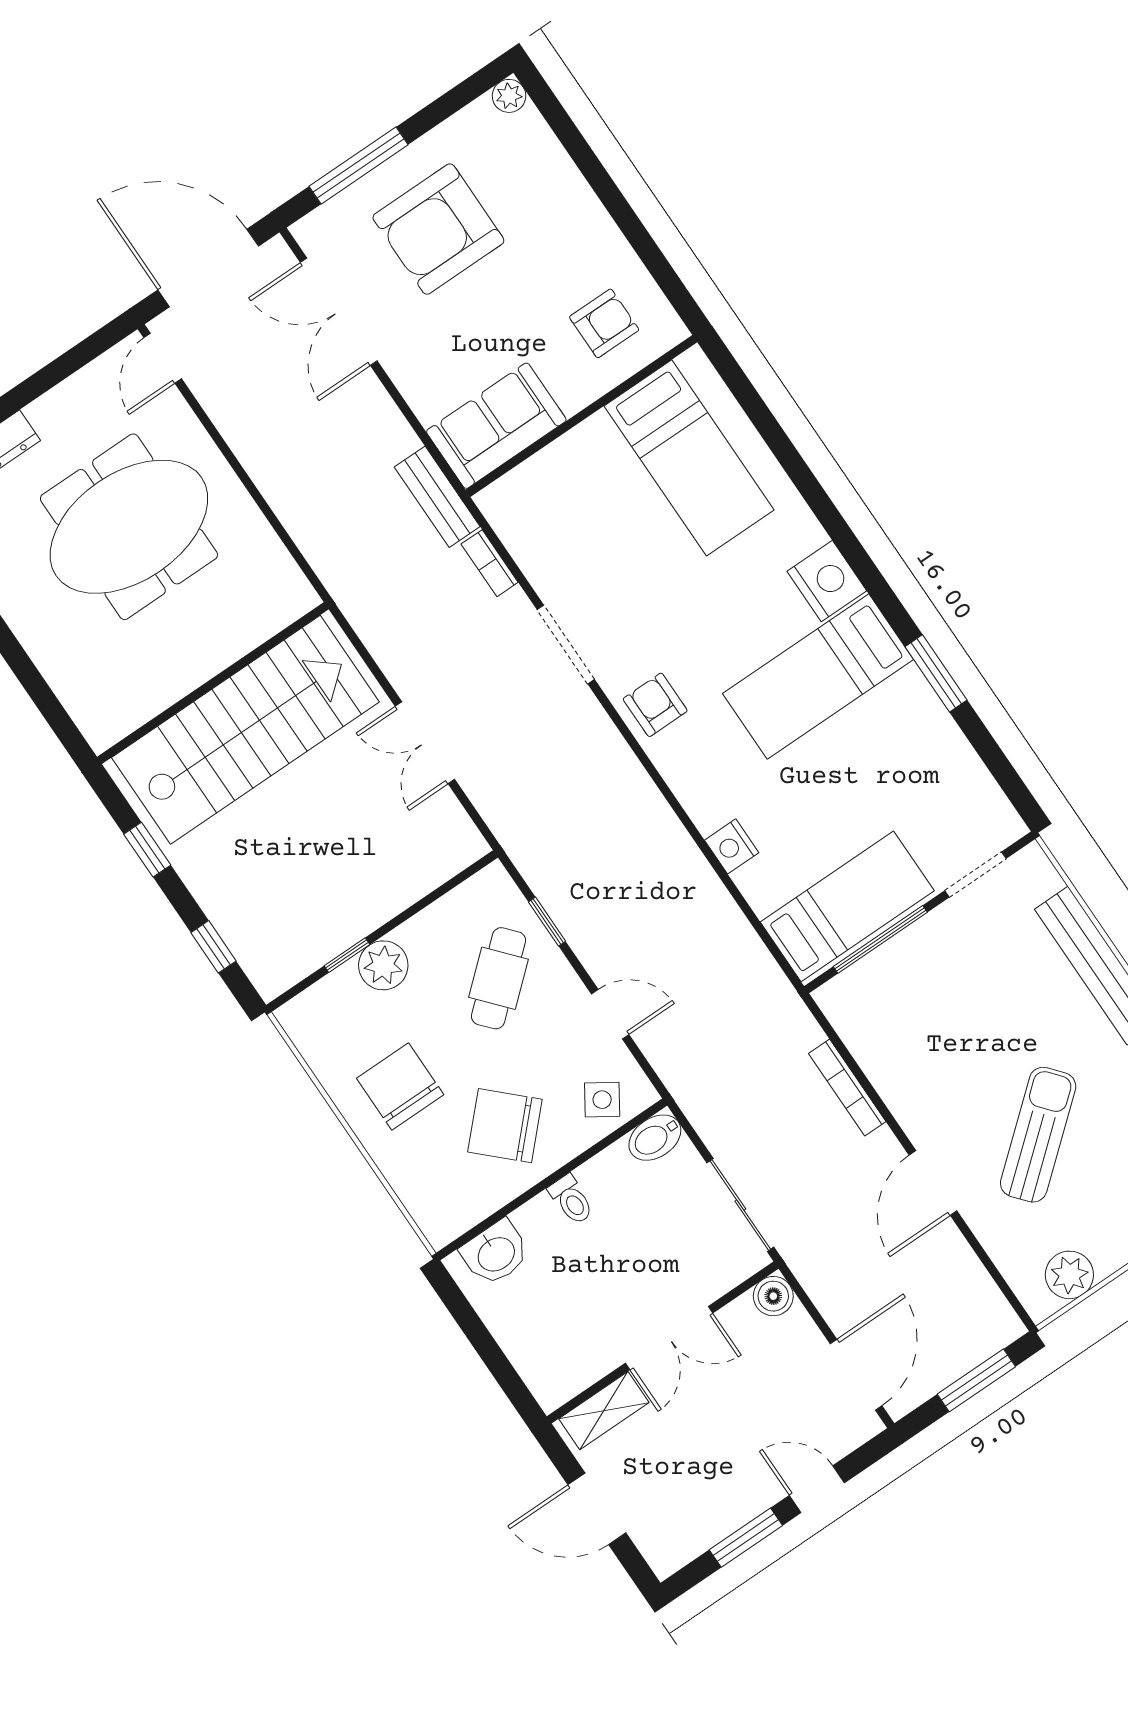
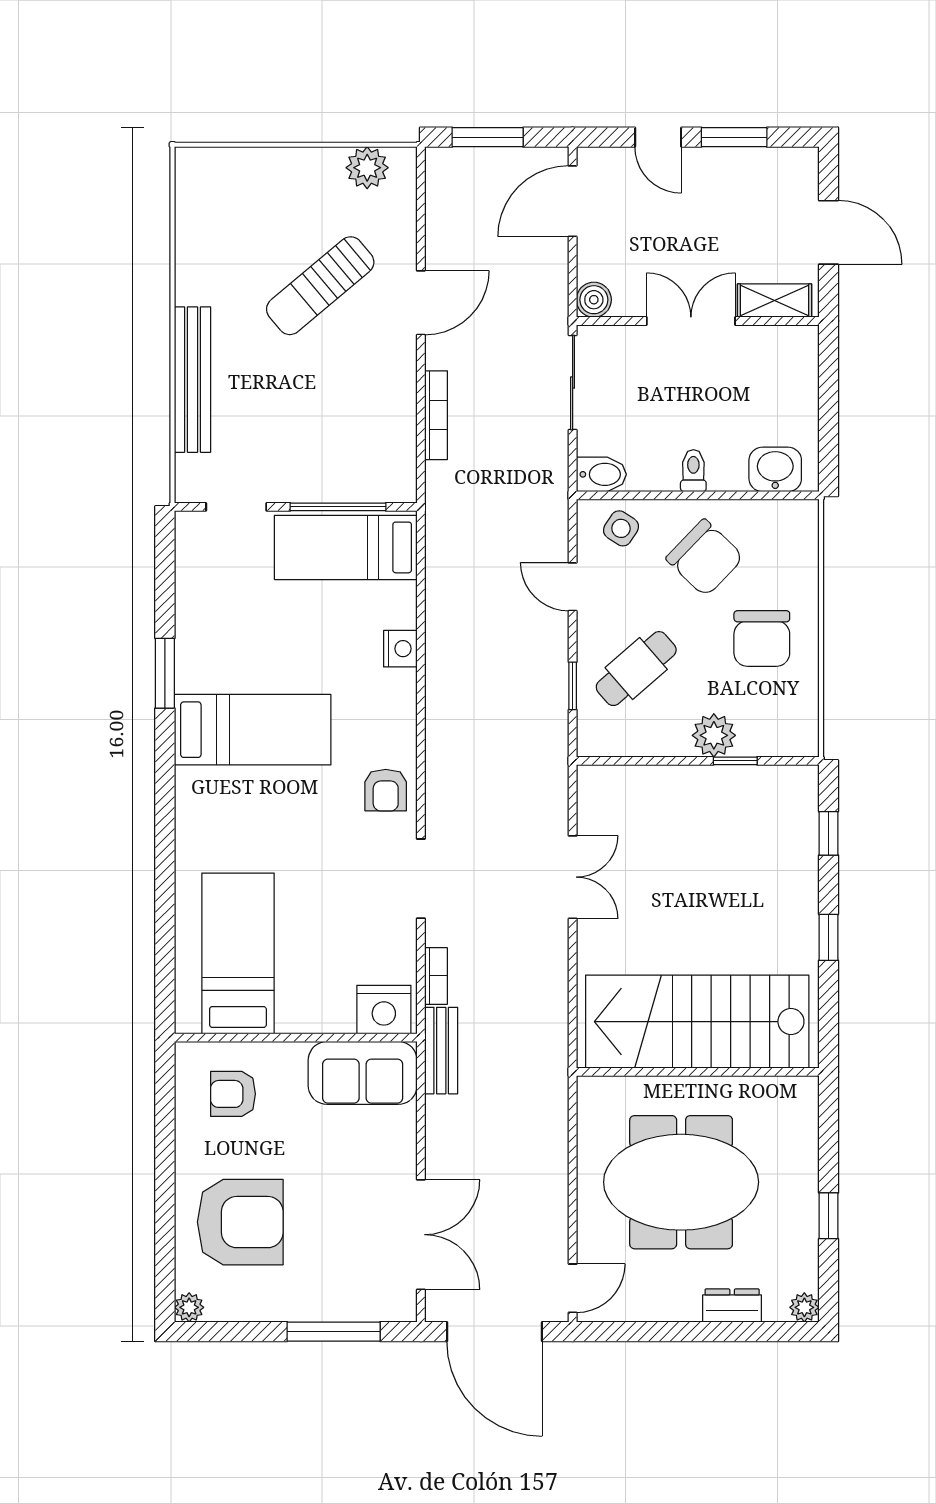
armchair: (438, 229) -> (240, 1222), moved
nightstand: (827, 581) -> (384, 1010), moved, turned -90
wall: (213, 683) -> (698, 1072), moved
stairs: (245, 730) -> (697, 1022), moved

